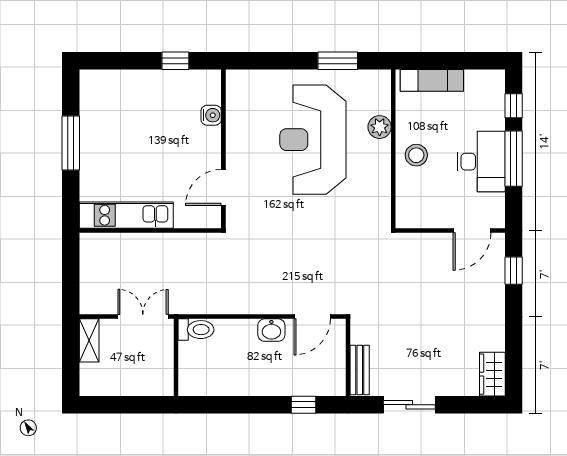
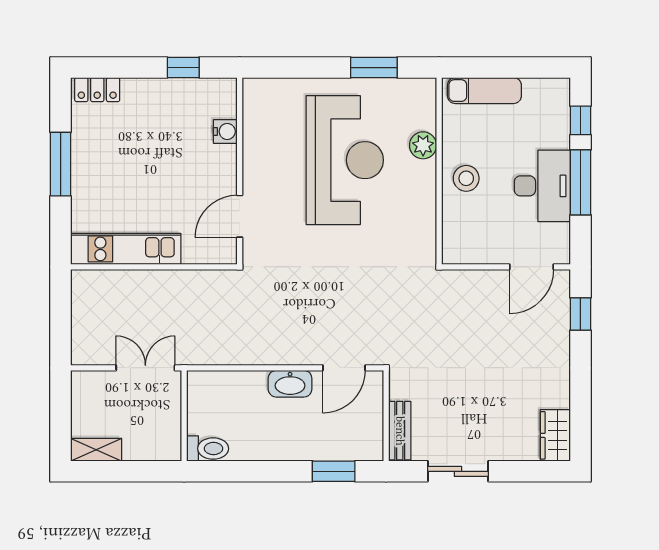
locker: (102, 80) -> (97, 90), added
reception desk: (313, 140) -> (345, 160), turned 180
toilet: (196, 330) -> (208, 449), moved
washbasin: (271, 330) -> (290, 384), width x1.38
shelving: (89, 340) -> (96, 450), moved, turned 90
window: (303, 405) -> (334, 471), width x1.50

